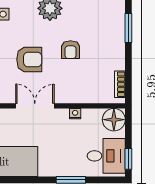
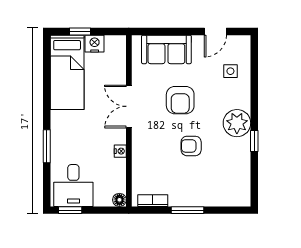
window: (128, 28) -> (187, 210), moved
double door: (35, 106) -> (129, 106), swing flipped
floor lamp: (114, 120) -> (119, 200), width x0.53, depth x0.53

